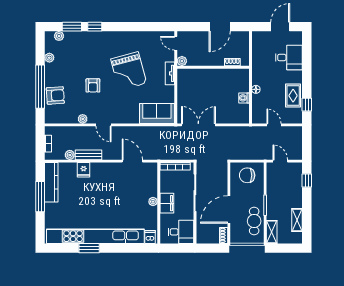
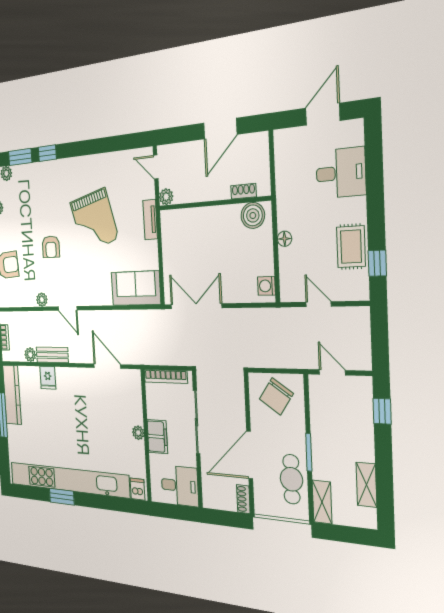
boiler: (237, 76) -> (253, 215), added
washing machine: (244, 98) -> (266, 286), moved
chair: (247, 175) -> (276, 396), turned -56

